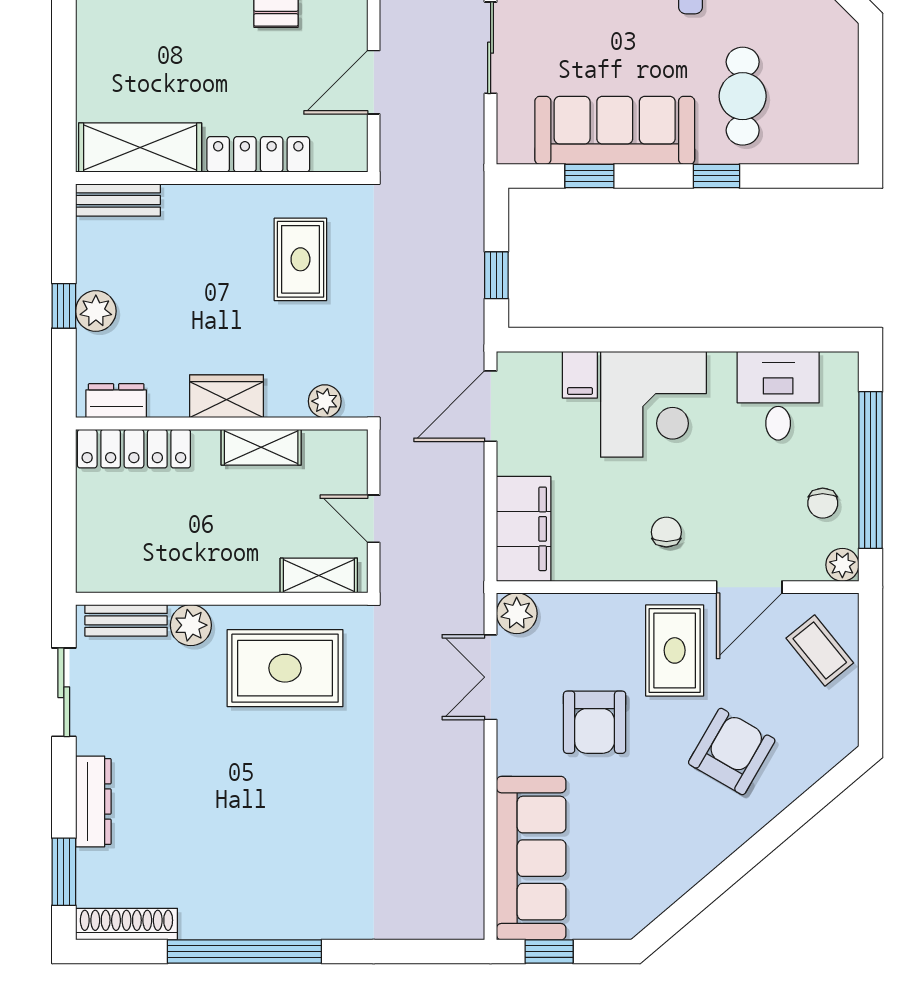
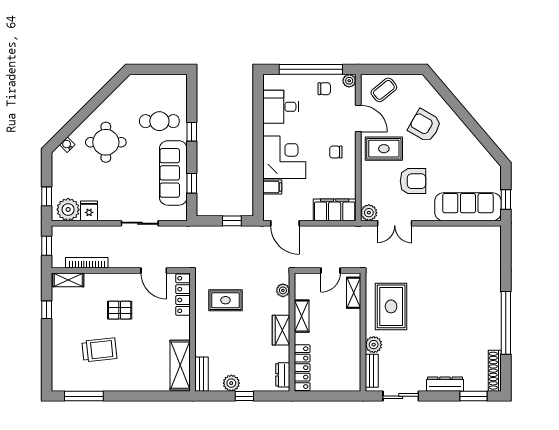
locker: (258, 154) -> (183, 295), moved
plant: (96, 311) -> (231, 383), moved

